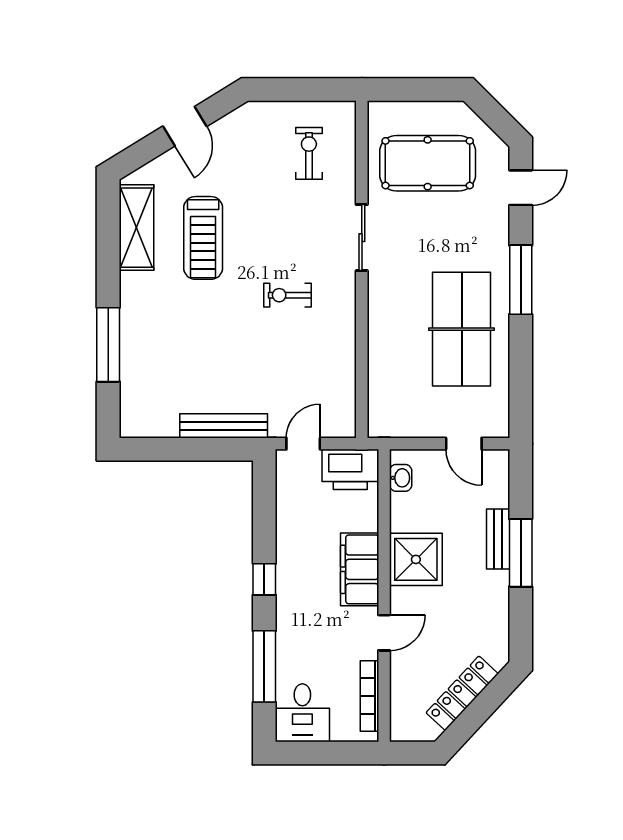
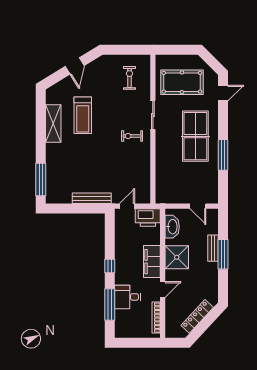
shelving: (136, 228) -> (53, 123), moved
window: (521, 280) -> (223, 155), moved
exercise bike: (288, 295) -> (132, 136), moved
table tennis table: (462, 329) -> (195, 136), moved
window: (108, 345) -> (41, 180), moved
washbasin: (401, 478) -> (172, 227), width x1.91, depth x1.45
desk: (302, 713) -> (128, 297), moved, turned 90

